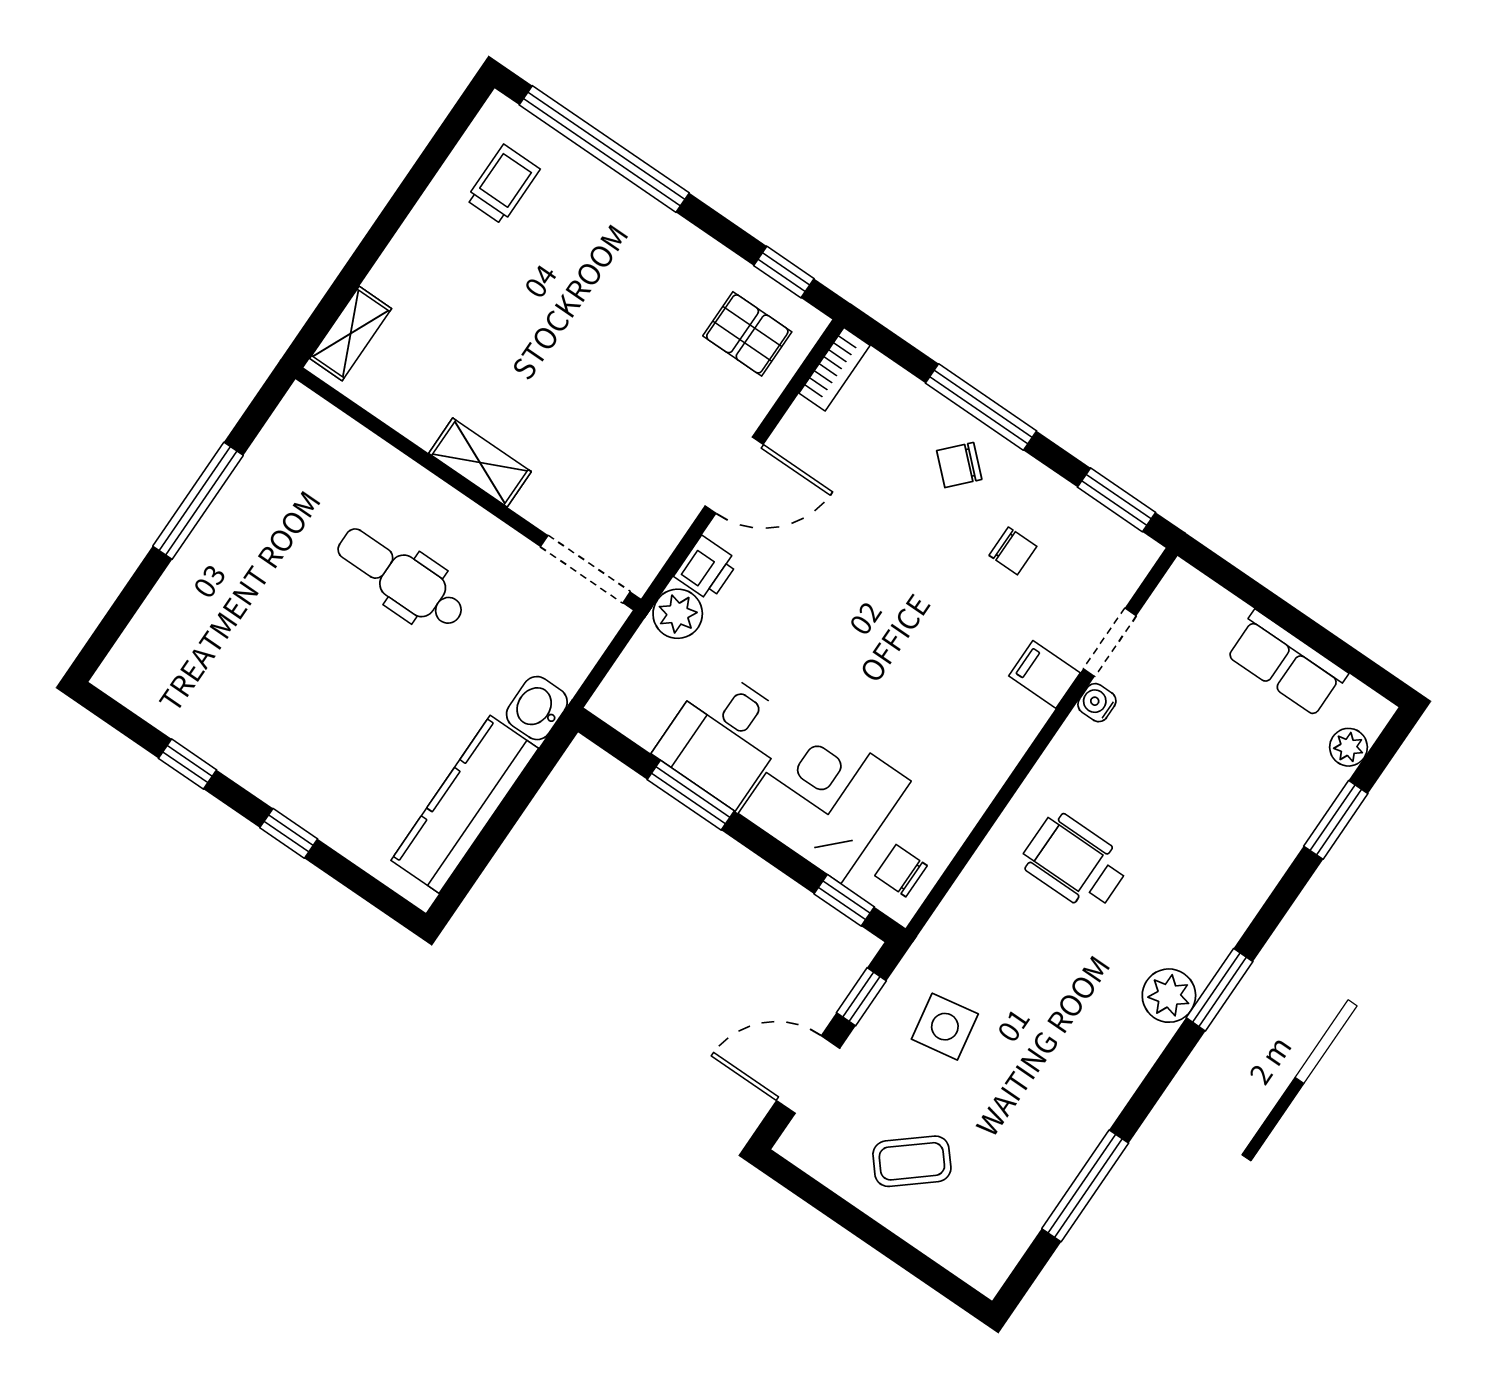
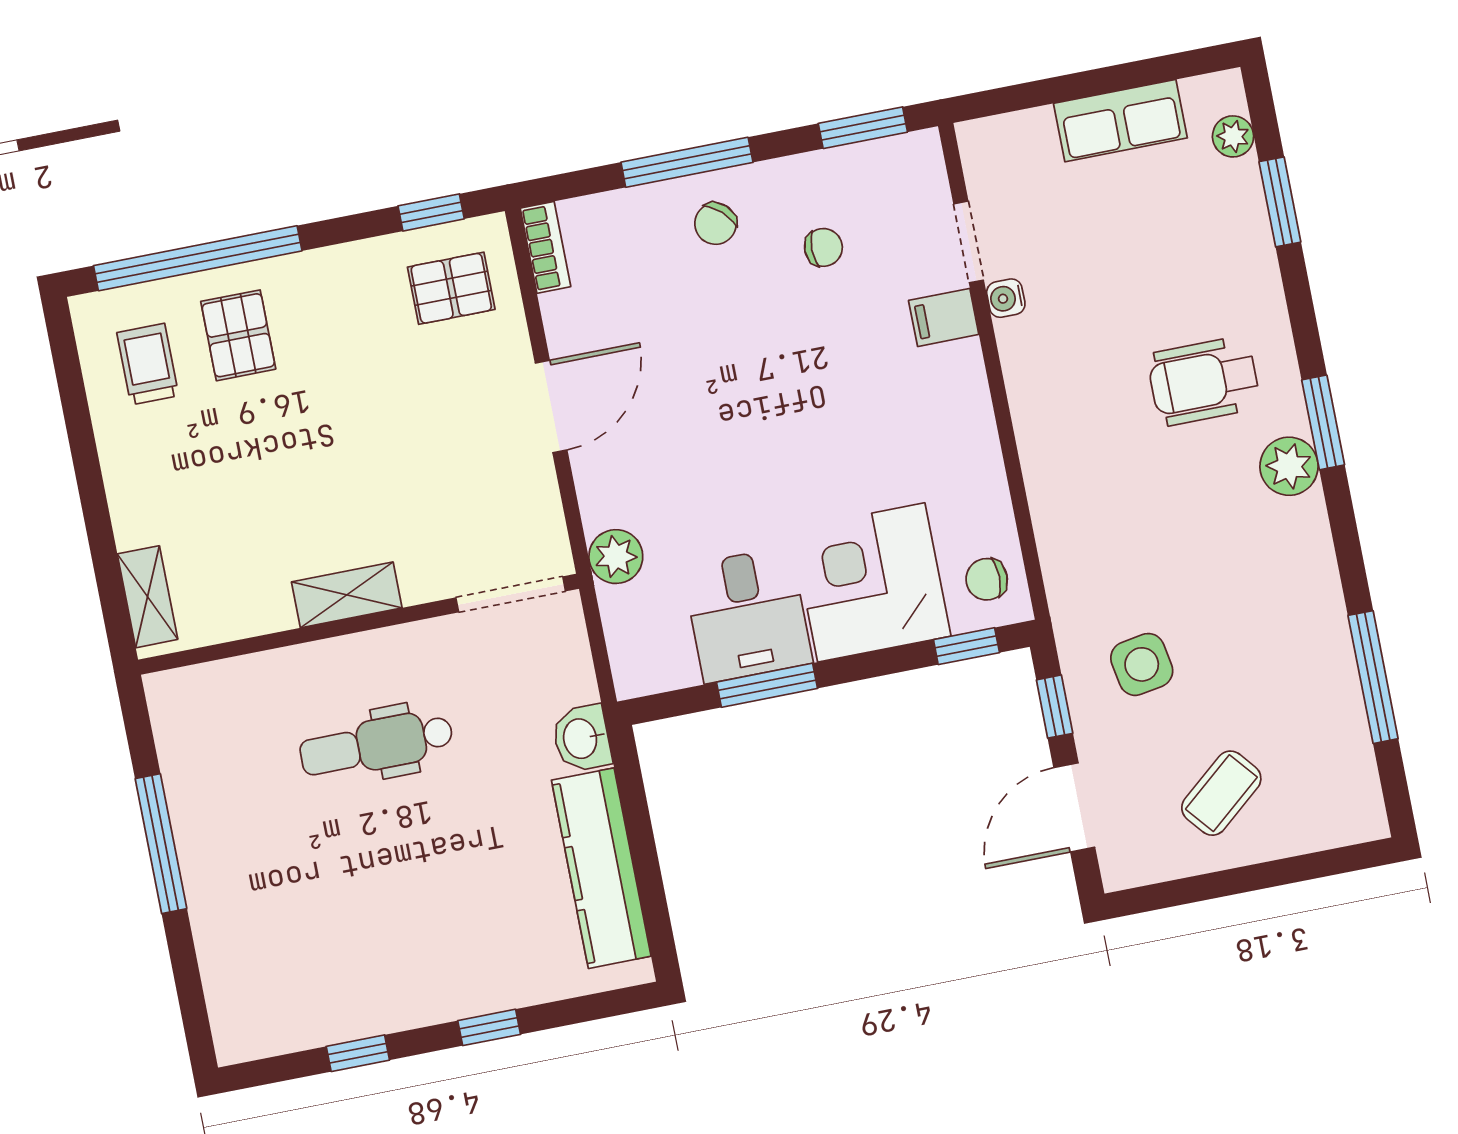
pallet: (580, 225) -> (238, 335), added
printer: (706, 569) -> (603, 500), removed
wheelchair: (1075, 862) -> (1204, 381), moved

